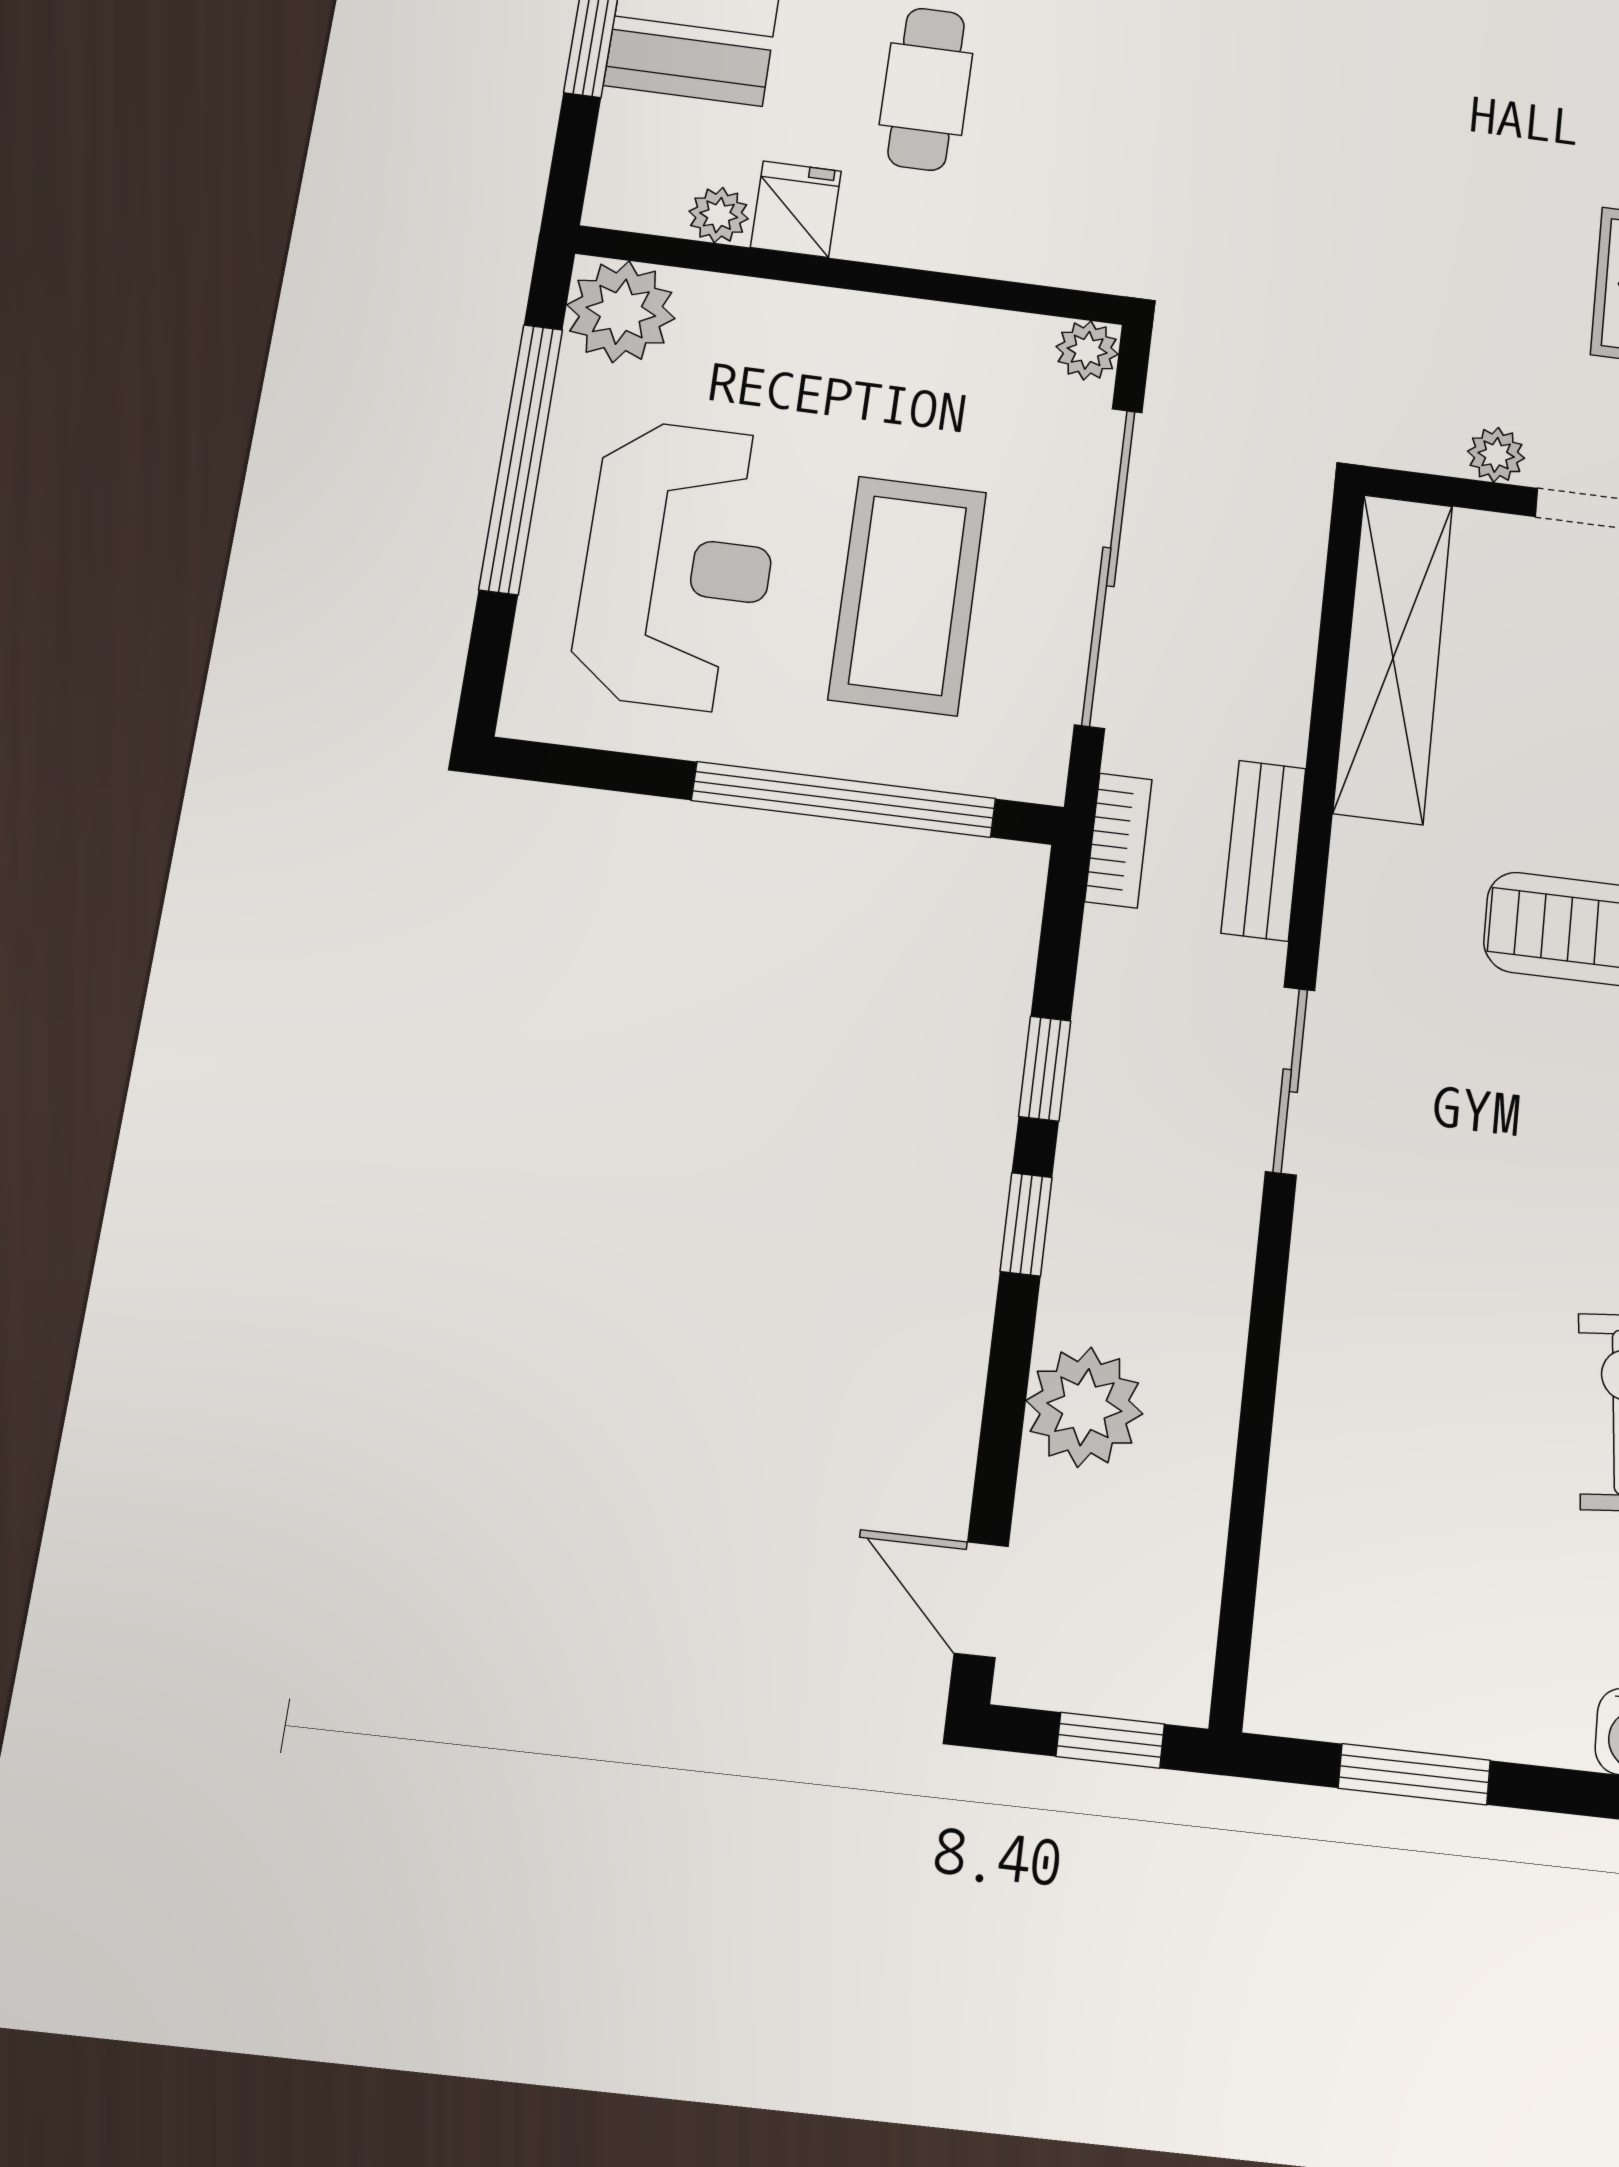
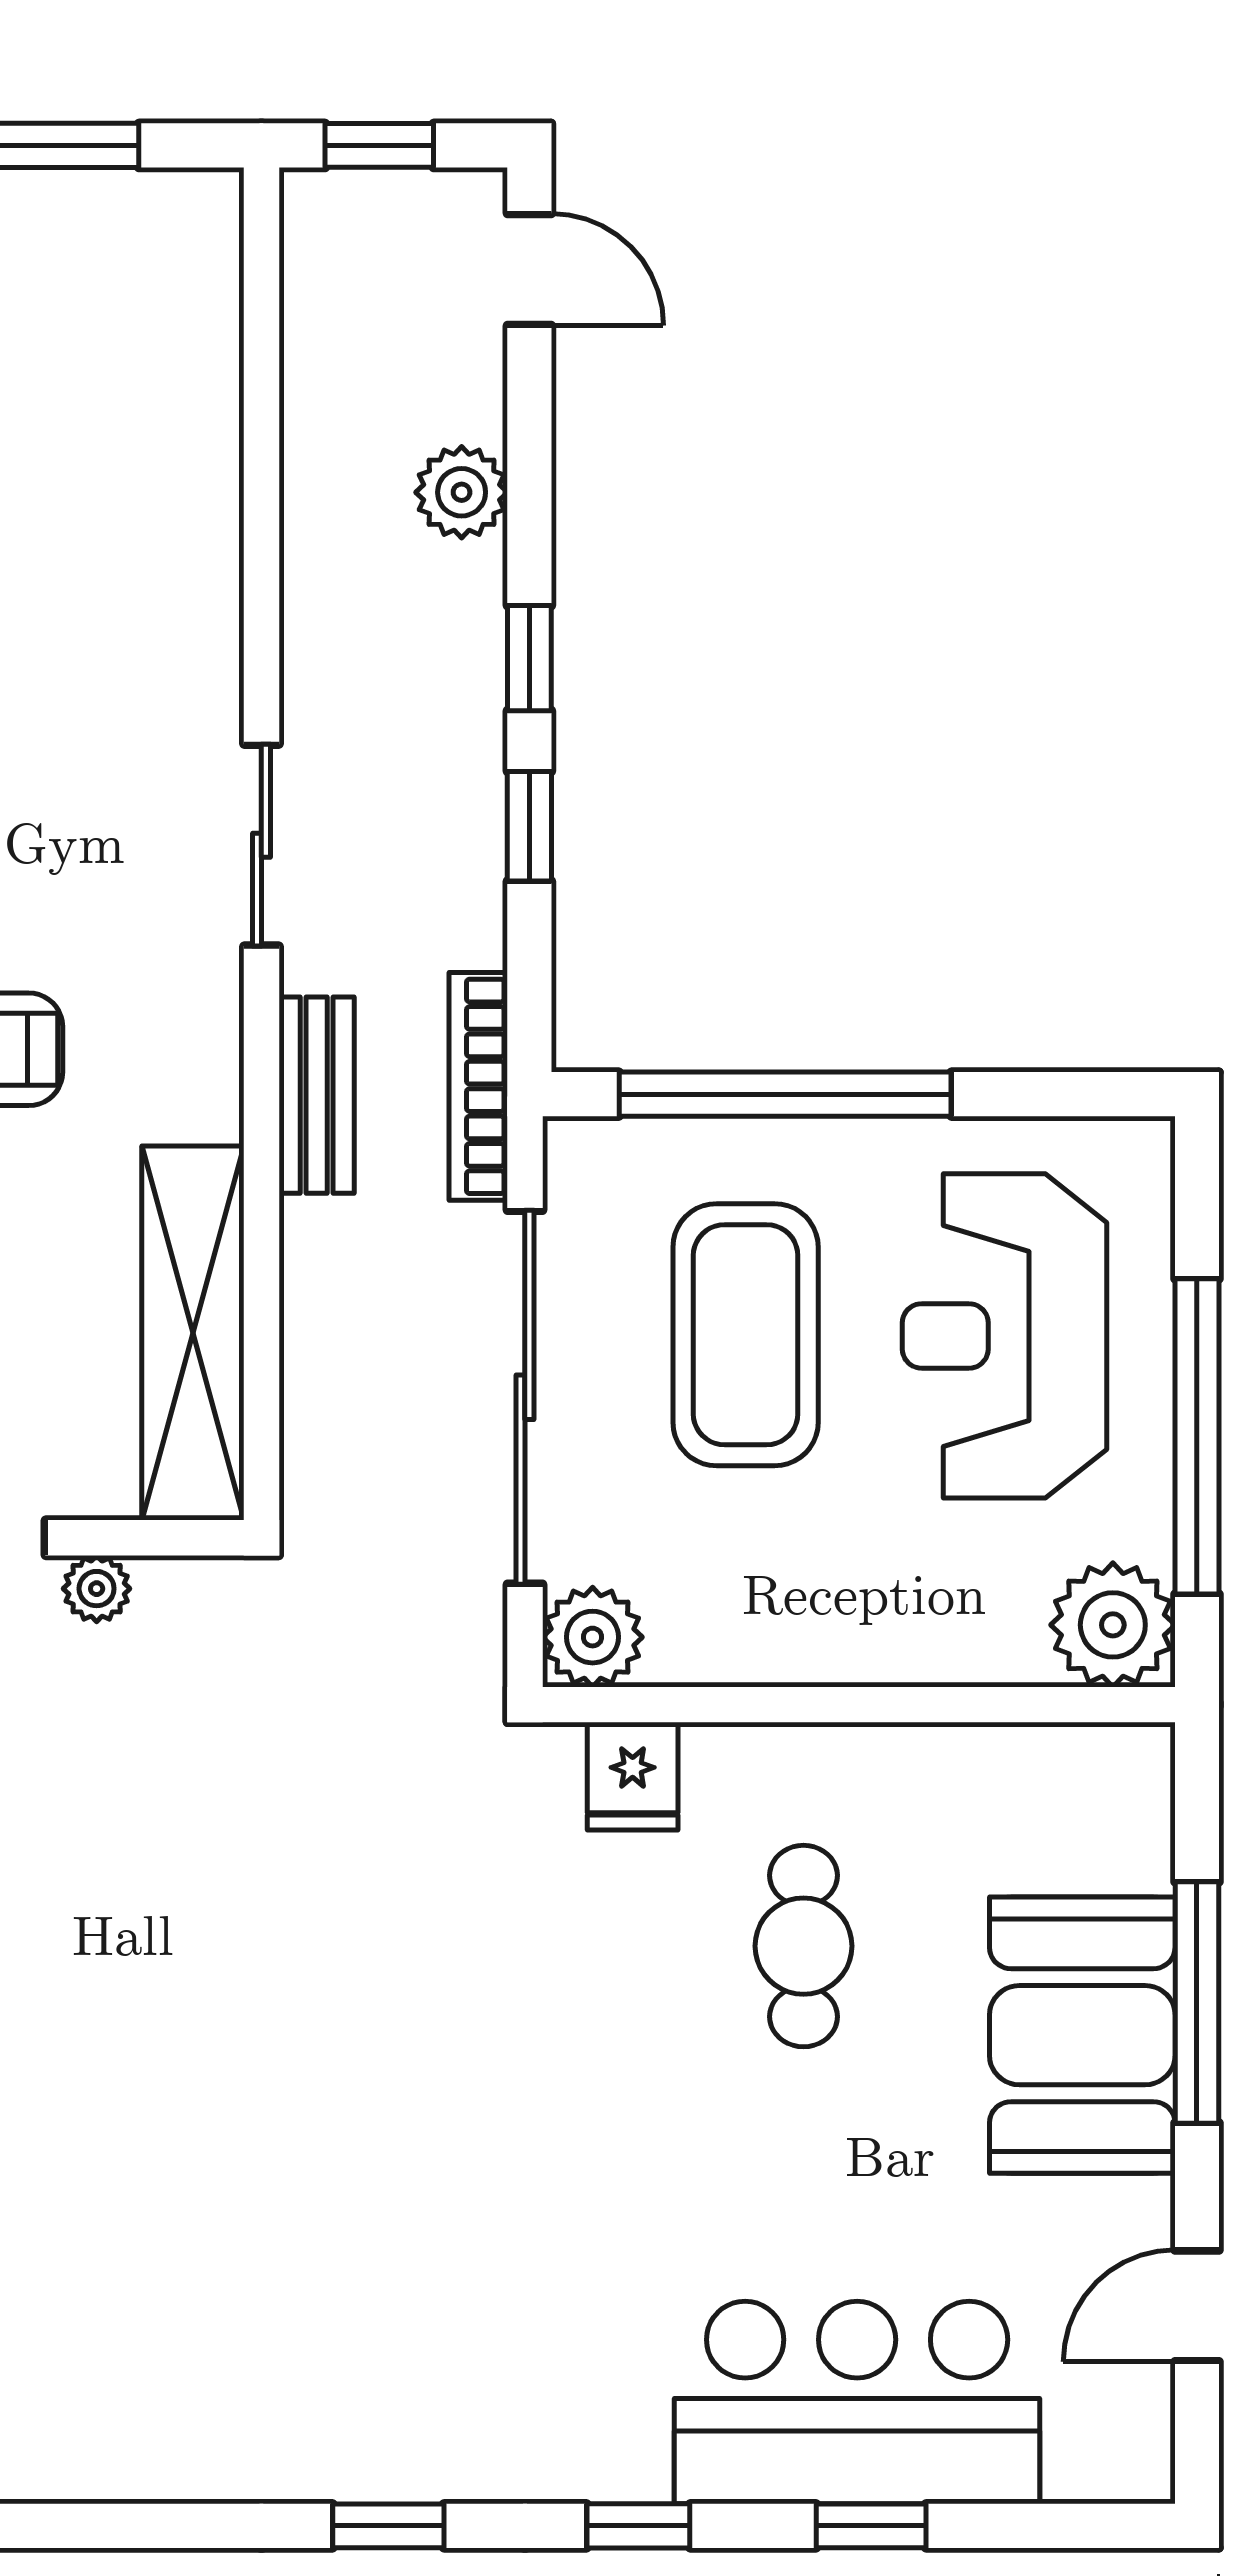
fridge: (796, 209) -> (633, 1776), moved
plant: (719, 215) -> (1020, 1757), removed
plant: (1087, 350) -> (593, 1637), width x1.38, depth x1.38
bookcase: (1118, 840) -> (478, 1086), width x1.56
plant: (1084, 1407) -> (462, 492), width x0.73, depth x0.73

